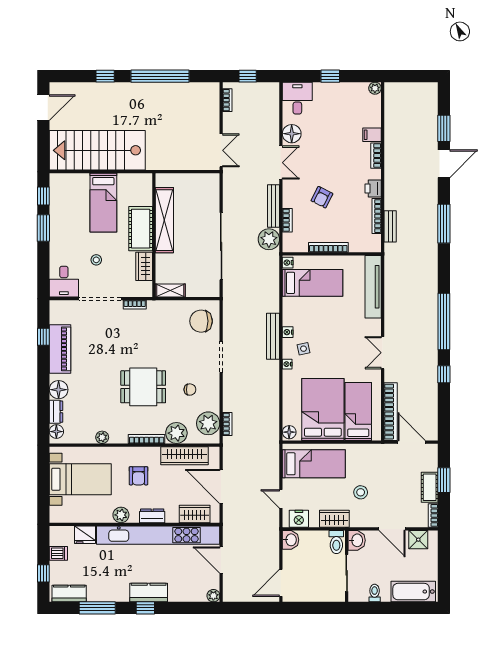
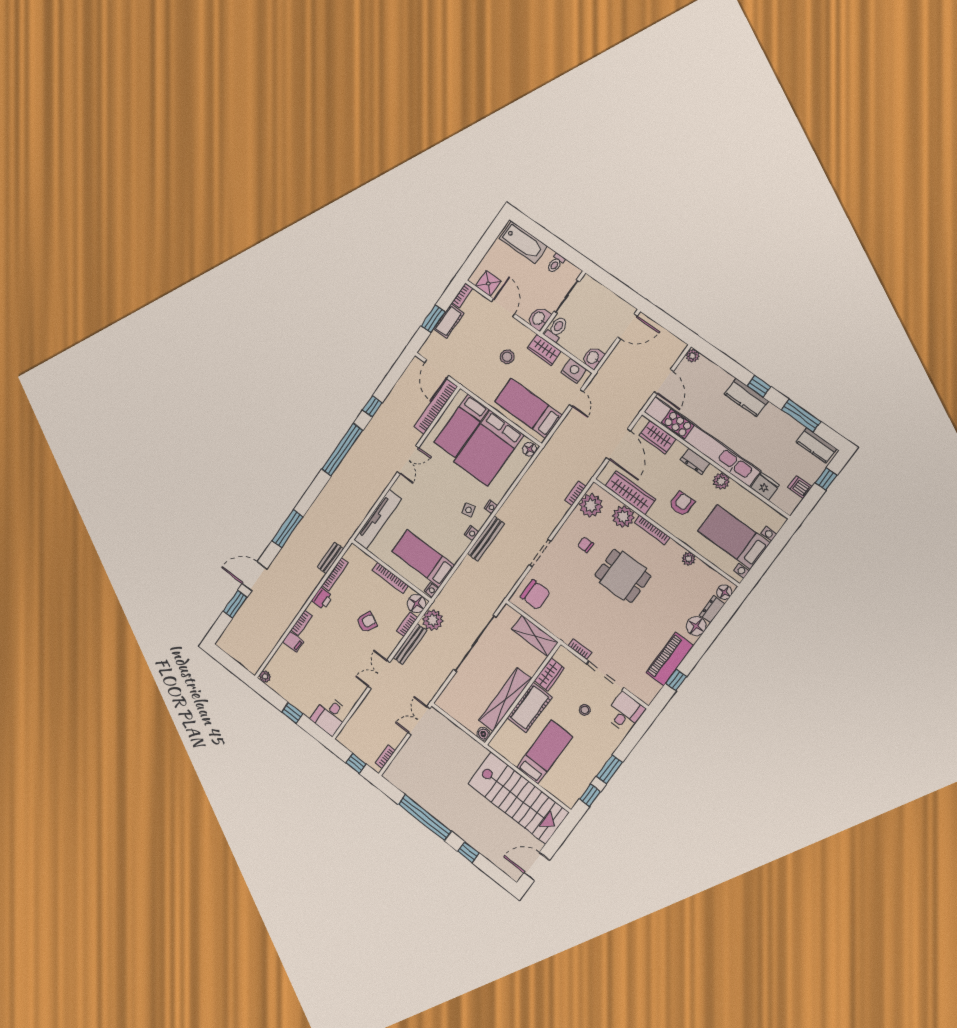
floor lamp: (292, 134) -> (416, 604), moved
boiler: (162, 180) -> (483, 734), added
shelving: (170, 291) -> (535, 636), width x1.50, depth x1.33

